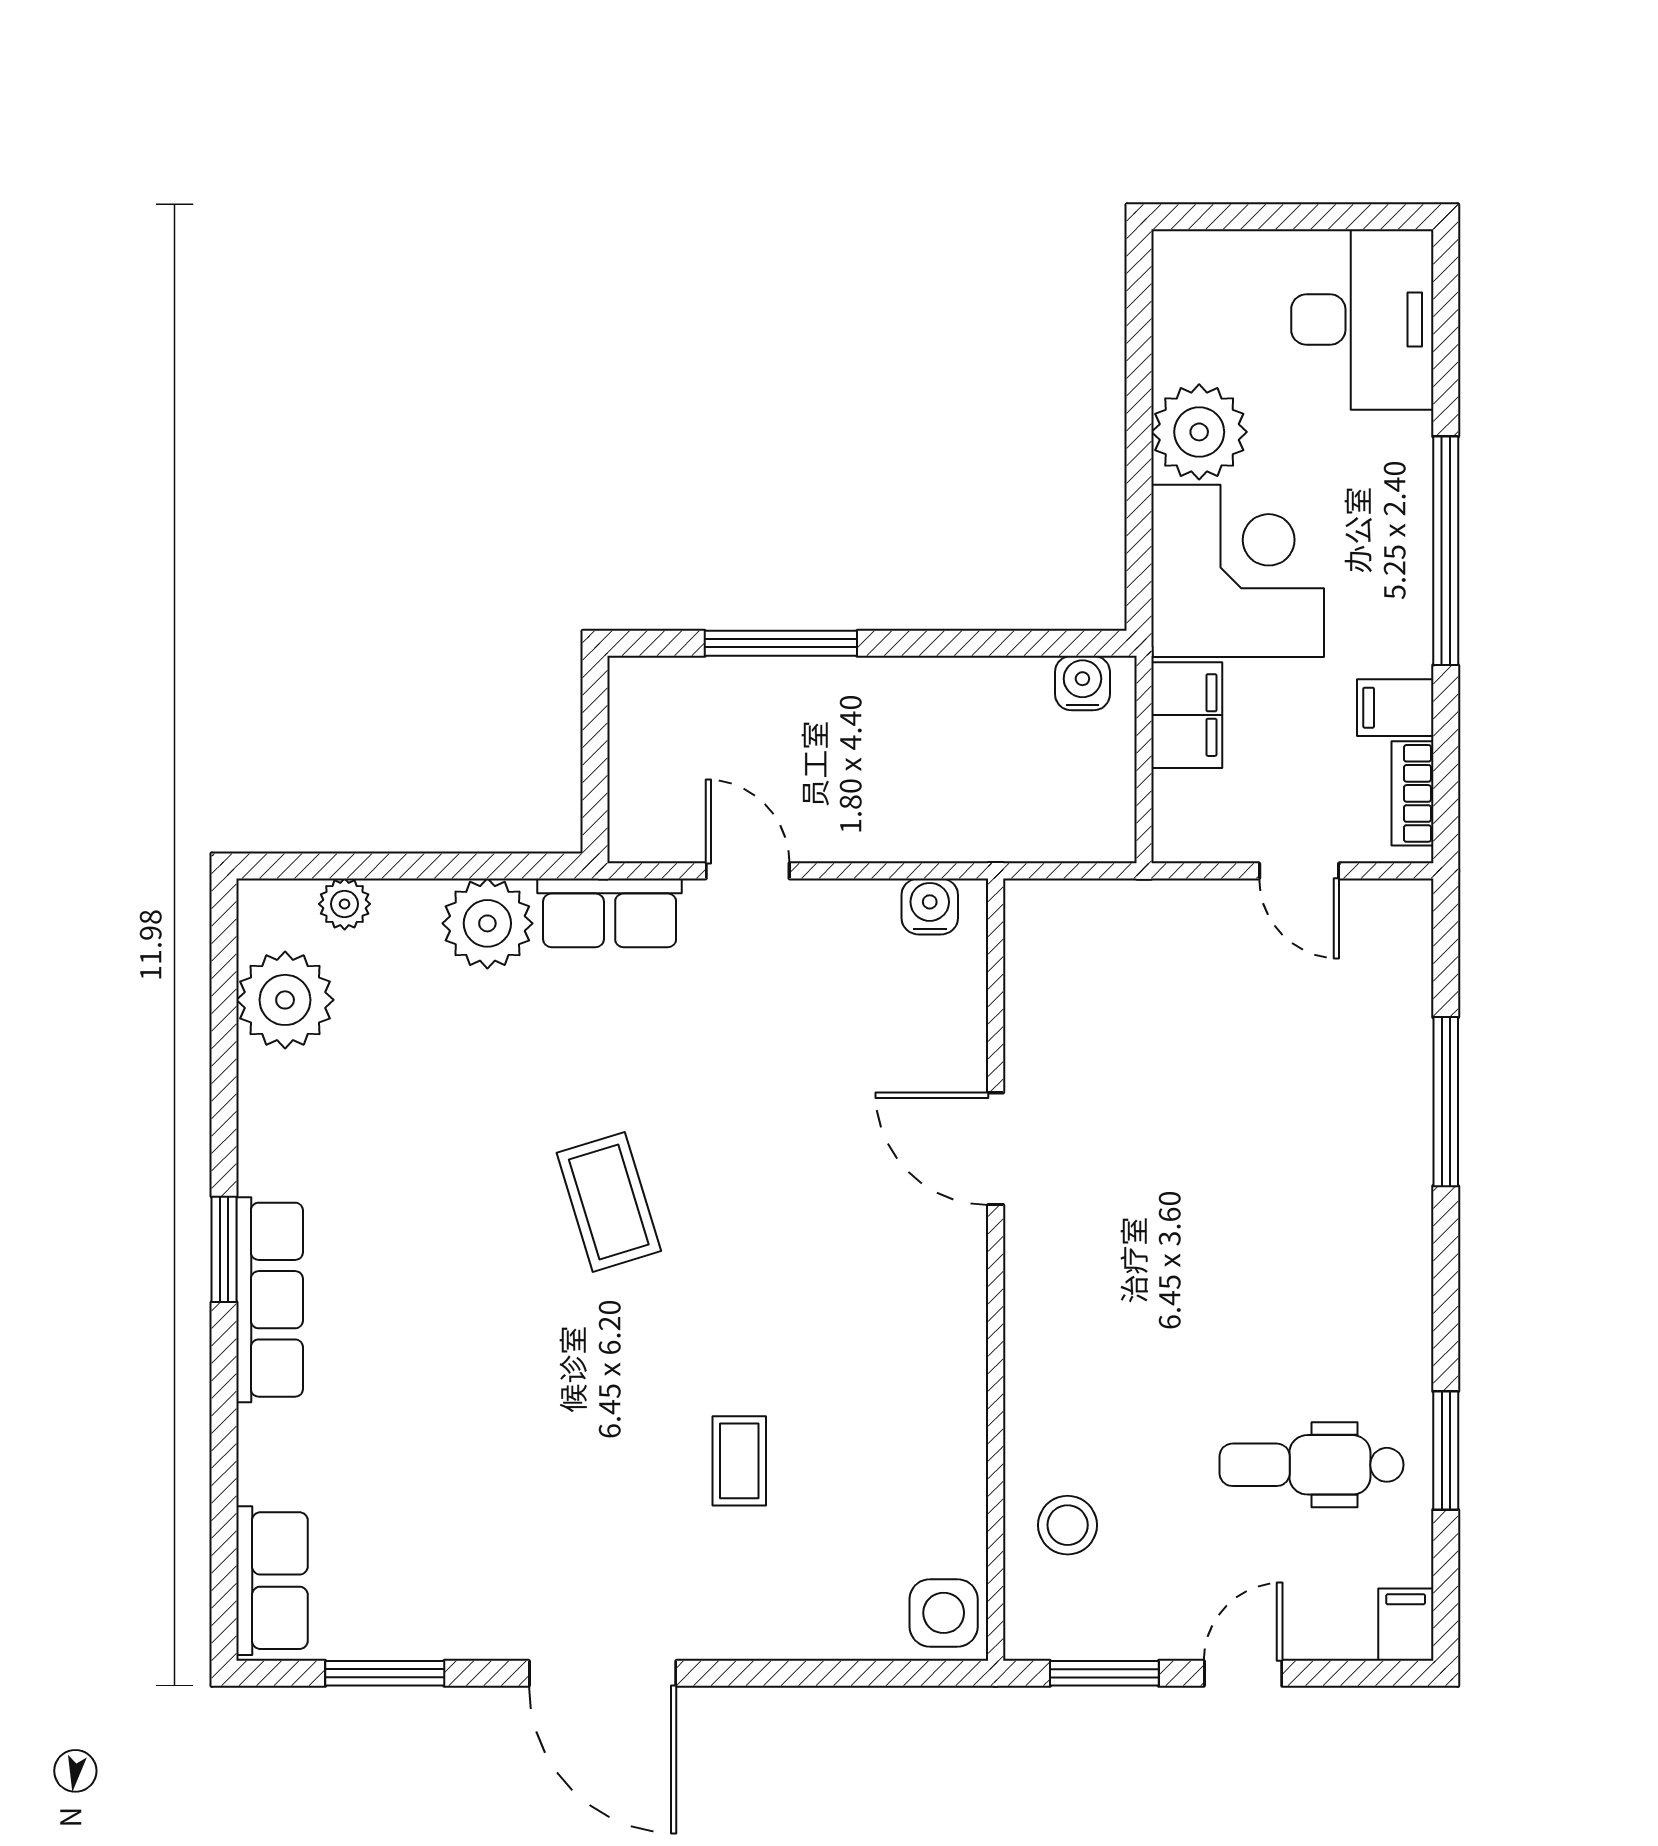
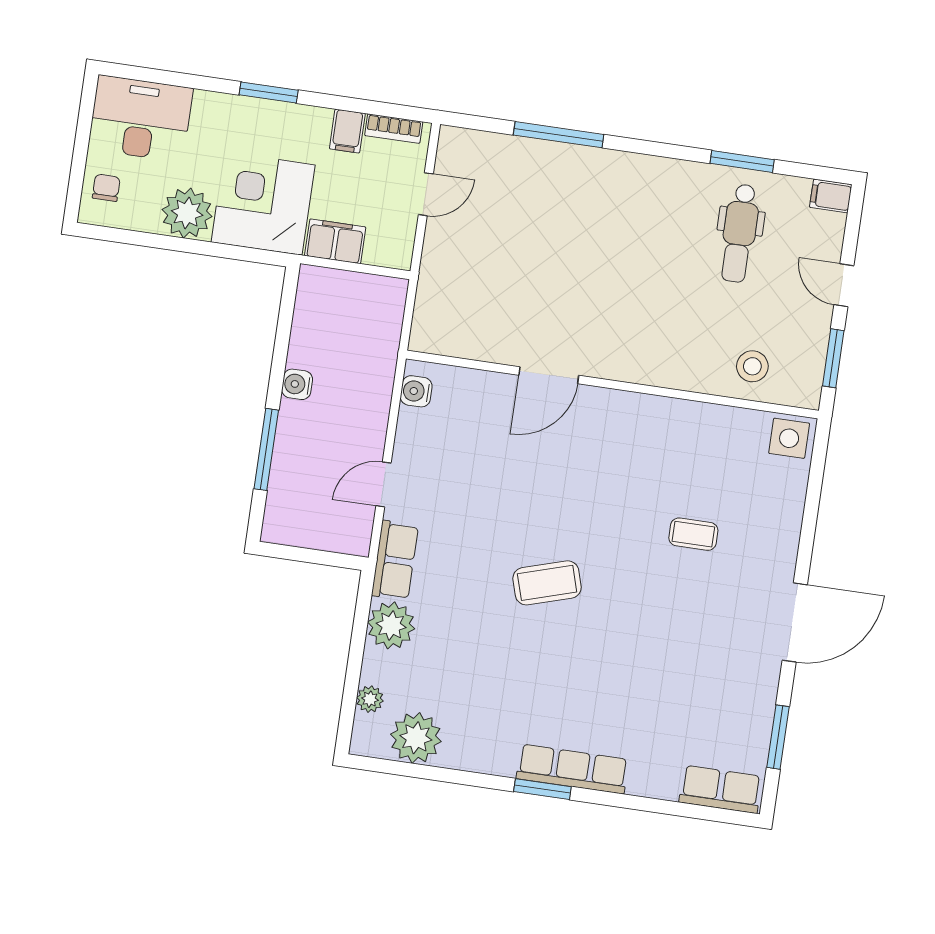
chair: (1224, 275) -> (106, 188), added
window: (1446, 551) -> (269, 92), width x0.47
water cooler: (1082, 683) -> (297, 384), moved

